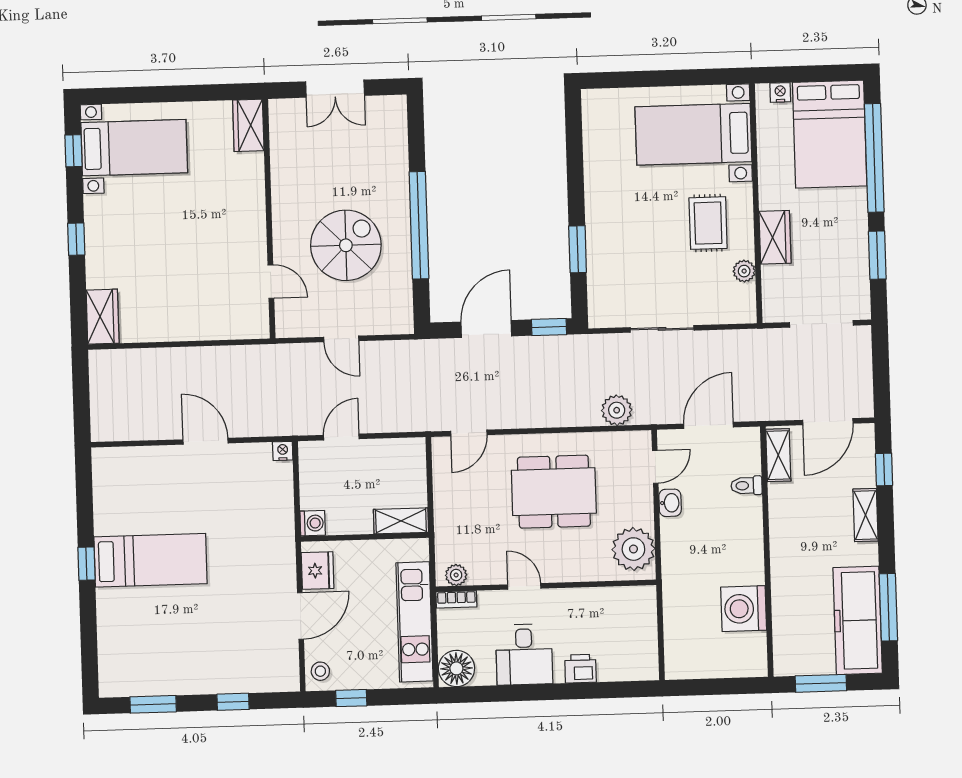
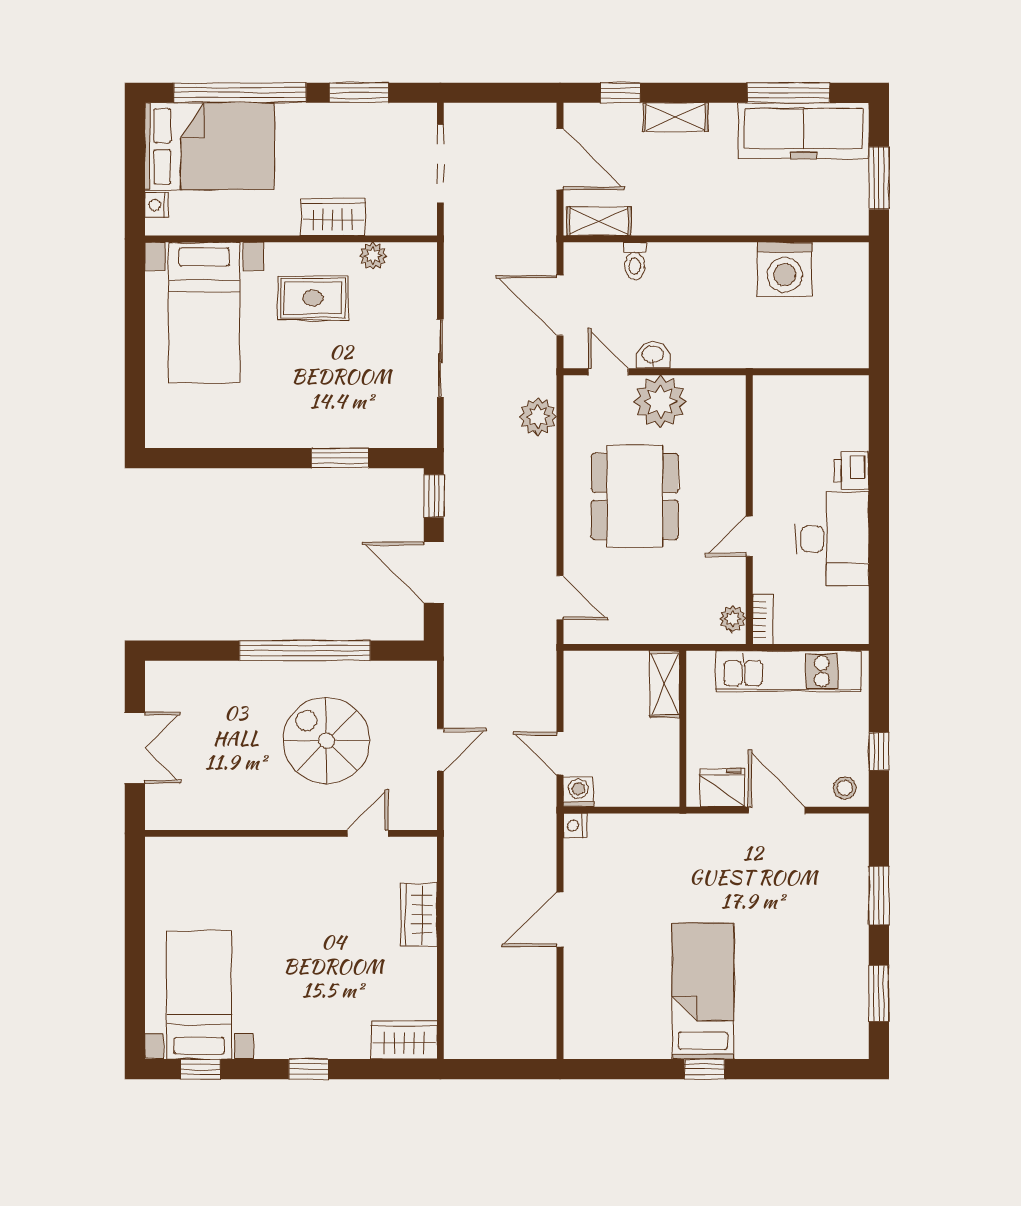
wardrobe: (248, 125) -> (419, 915), moved, turned 90
washing machine: (313, 523) -> (578, 792), moved
plant: (633, 549) -> (660, 401), moved
desk: (524, 654) -> (832, 539), width x1.37
floor lamp: (456, 668) -> (847, 622), removed
window: (233, 702) -> (879, 896), width x1.50

